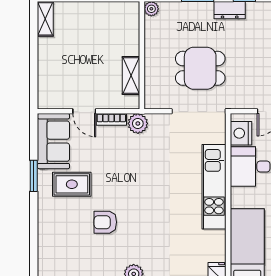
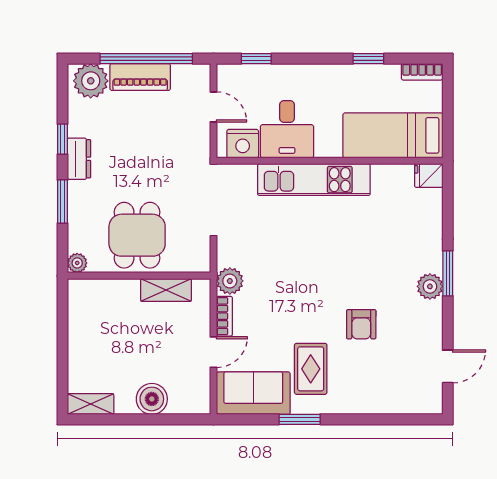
boiler: (49, 65) -> (152, 399), added
dining table: (200, 68) -> (137, 235), moved

